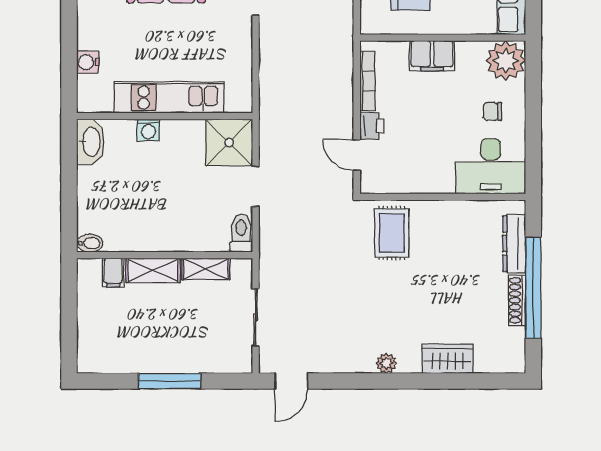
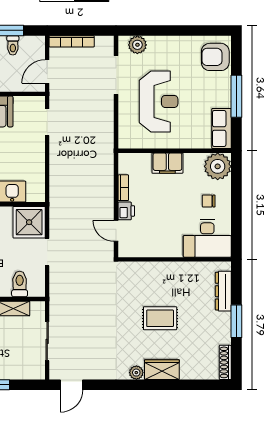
bookcase: (367, 81) -> (123, 188), width x0.64
toilet: (241, 233) -> (20, 284), moved
rug: (392, 233) -> (160, 318), moved, turned 90
window: (533, 288) -> (236, 321), width x0.47
shoe rack: (517, 300) -> (225, 362), moved
wardrobe: (447, 359) -> (162, 370), moved

